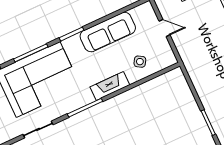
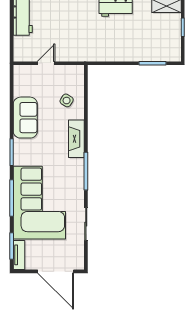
sofa: (108, 32) -> (25, 118), width x0.73

